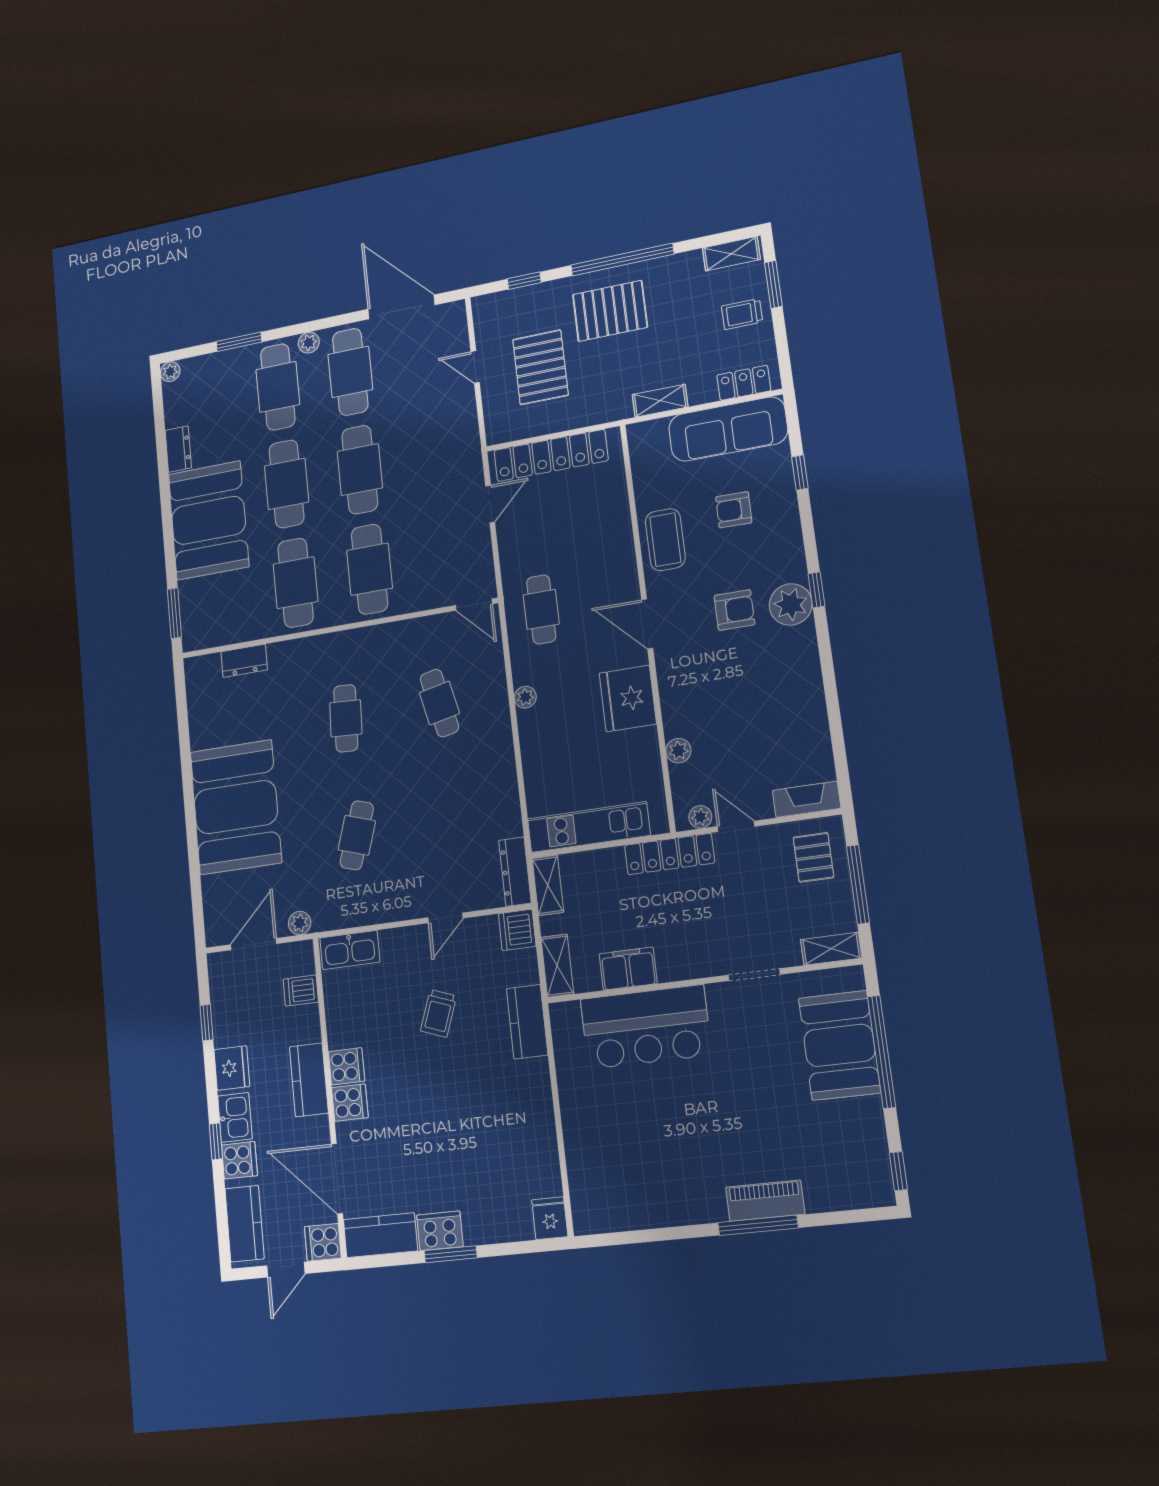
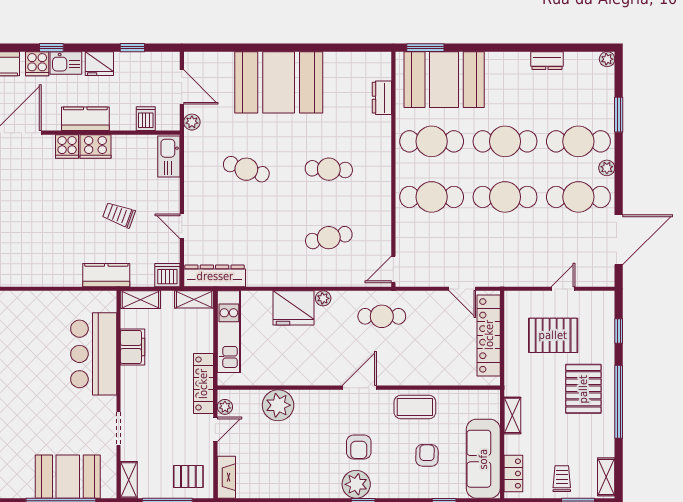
booth: (209, 520) -> (444, 80), moved
fridge: (628, 698) -> (294, 308), moved, turned 180
plant: (678, 751) -> (278, 405), width x1.88, depth x1.88
dresser: (515, 872) -> (215, 276), width x1.37, depth x1.24
cooker: (346, 1066) -> (95, 146), width x1.36

